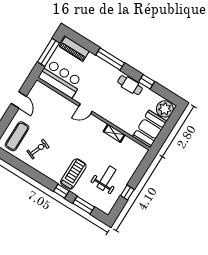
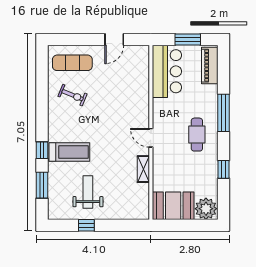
window: (48, 52) -> (188, 39), width x0.69
cafe table: (130, 85) -> (197, 135), moved
door: (86, 109) -> (151, 138), moved
weight bench: (106, 178) -> (88, 192), turned -90

